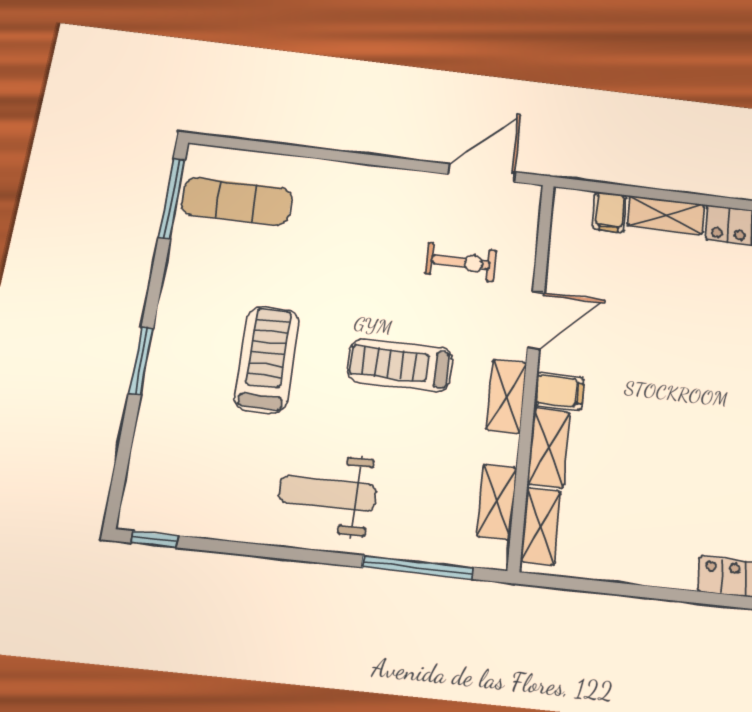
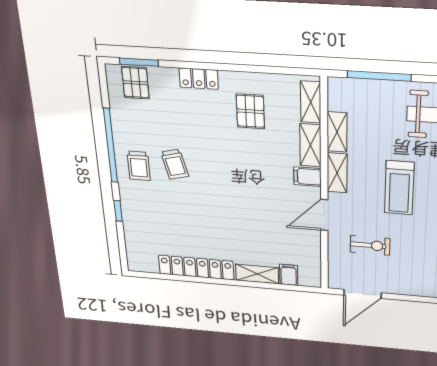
exercise bike: (461, 262) -> (370, 245), turned 180
treadmill: (400, 365) -> (399, 188), turned 90
shelving: (497, 502) -> (337, 132), moved
pallet: (649, 514) -> (250, 111), added

